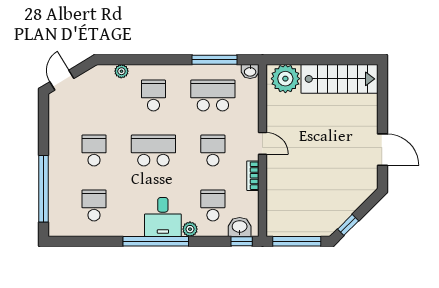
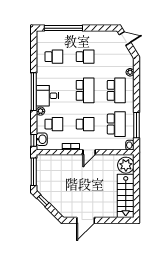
school desk: (153, 95) -> (116, 90), width x1.85

